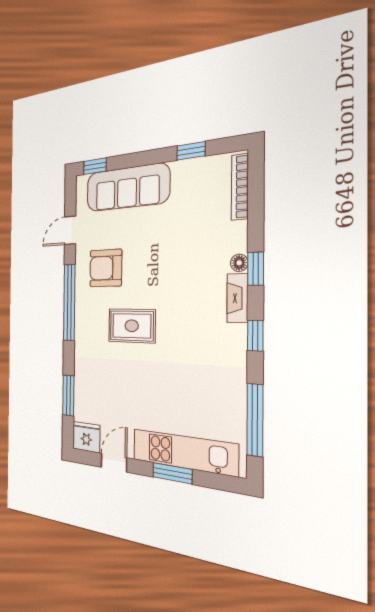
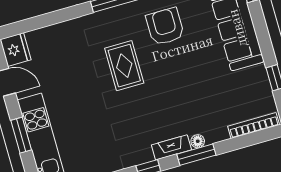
window: (256, 269) -> (196, 155), width x1.50
window: (68, 395) -> (44, 21), removed

